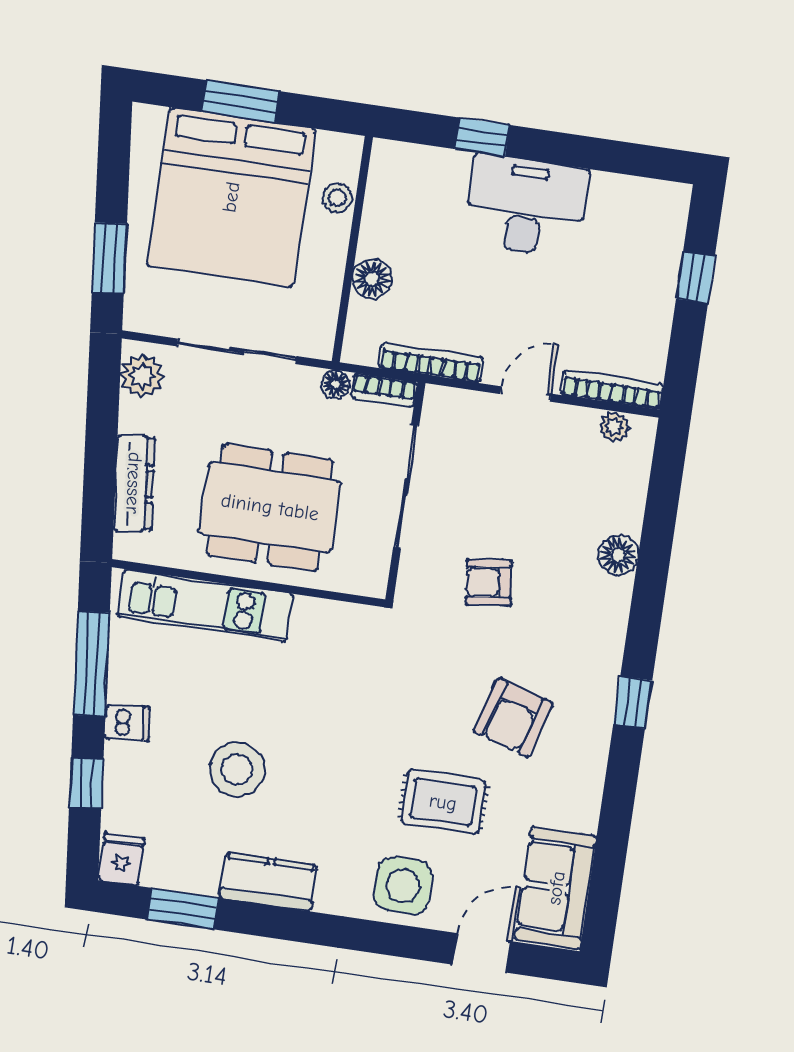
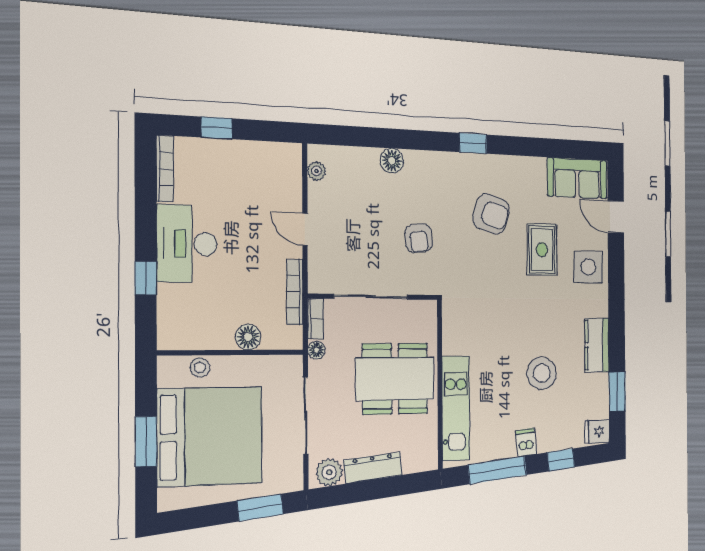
bookcase: (612, 390) -> (165, 169), moved, turned 180
dresser: (134, 483) -> (373, 468), moved
dining table: (270, 507) -> (395, 379), turned 90

